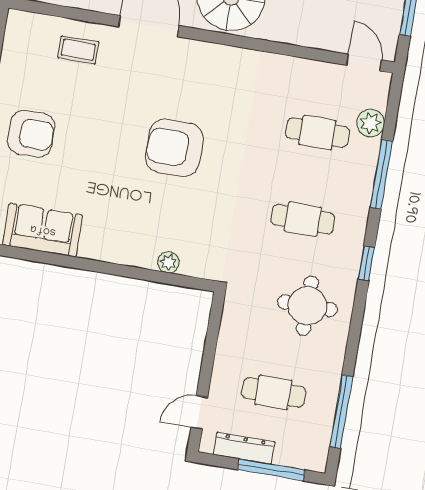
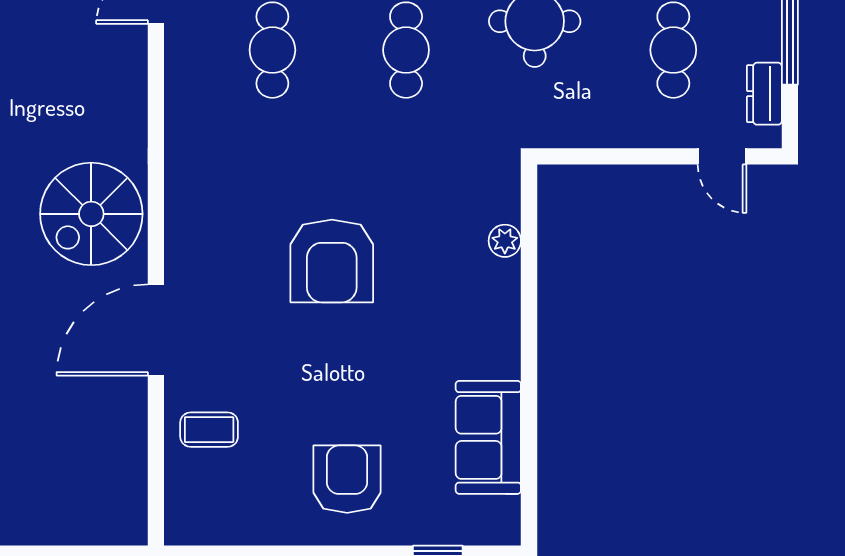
coffee table: (78, 50) -> (209, 430), turned 90
dresser: (244, 448) -> (764, 94), width x0.70

